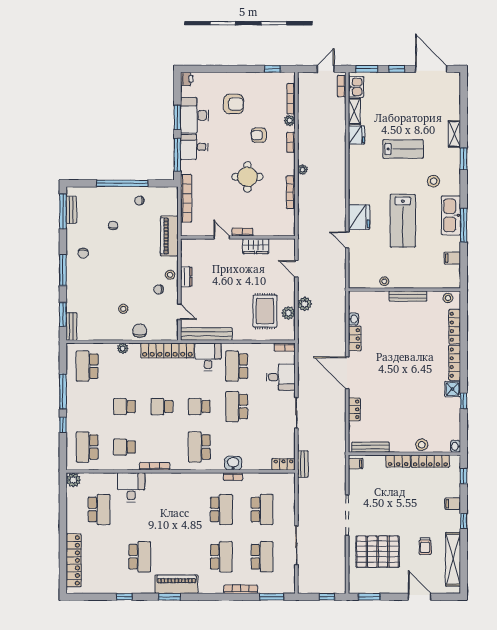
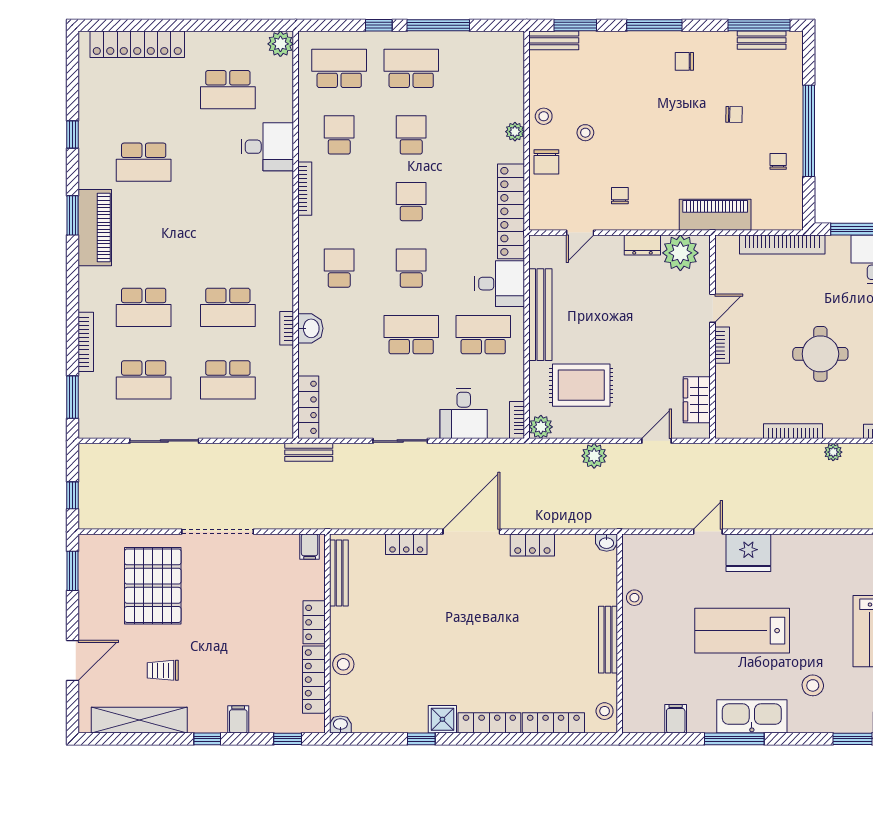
wardrobe: (256, 246) -> (697, 400), moved
plant: (191, 255) -> (680, 253), added
stool: (170, 275) -> (544, 116), moved
plant: (288, 313) -> (541, 427), moved
washbasin: (353, 319) -> (607, 543), moved
chair: (140, 331) -> (546, 162), turned 90
bench: (206, 334) -> (540, 315), moved
school desk: (87, 366) -> (411, 68), moved
school desk: (199, 447) -> (339, 268), width x0.54
locker: (283, 464) -> (308, 407), width x1.53

